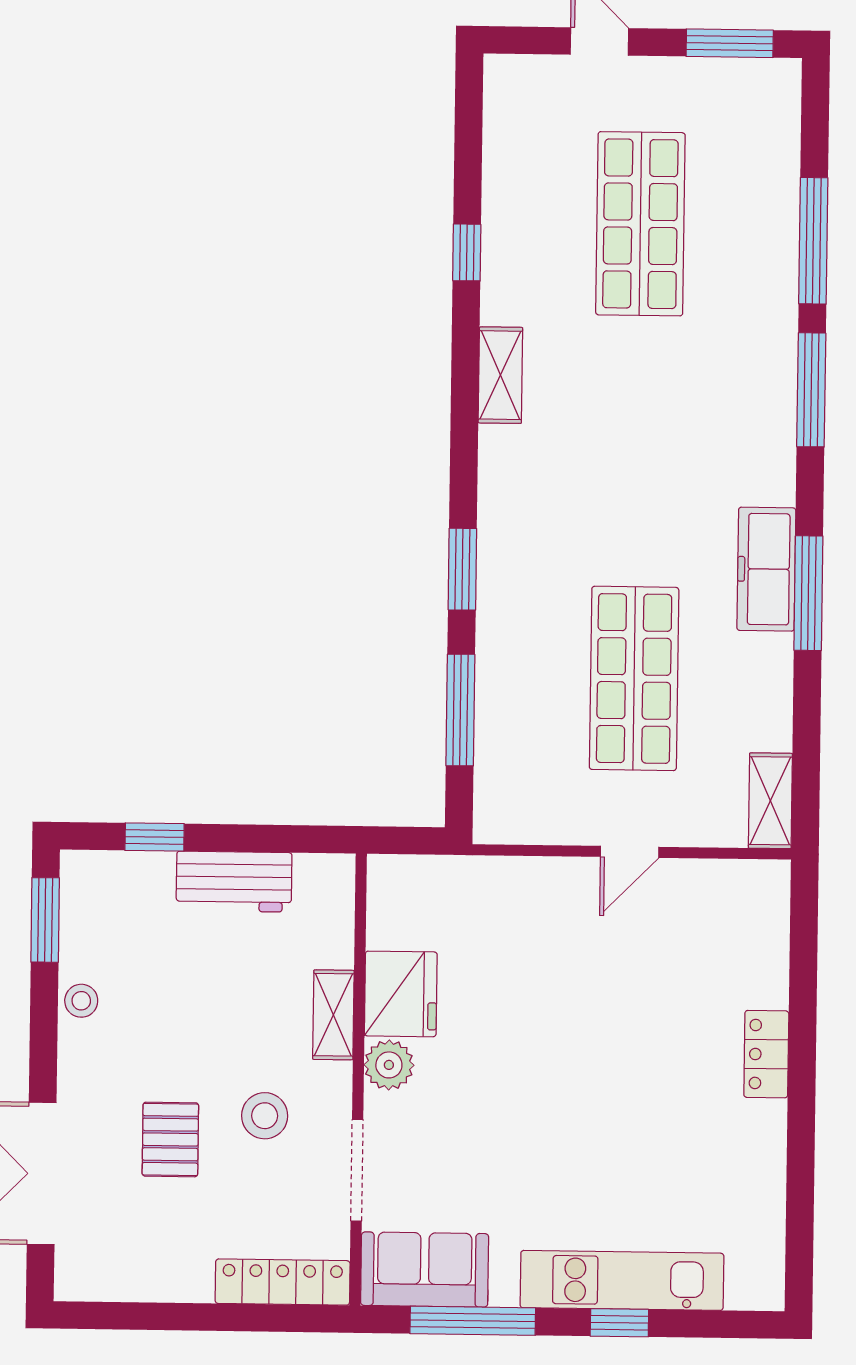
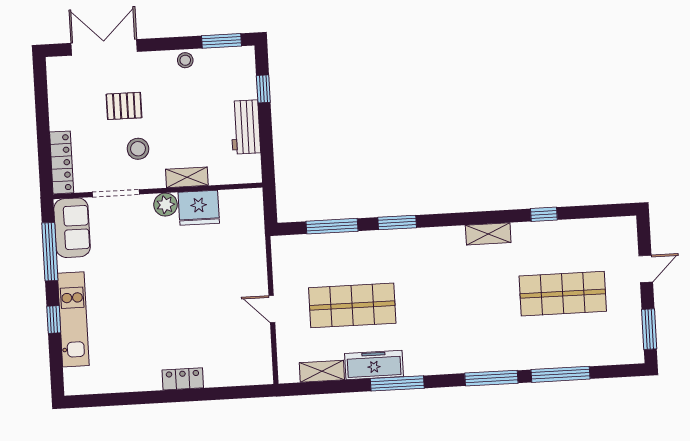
freezer: (766, 569) -> (374, 365), moved
shelving: (770, 801) -> (322, 371), moved

